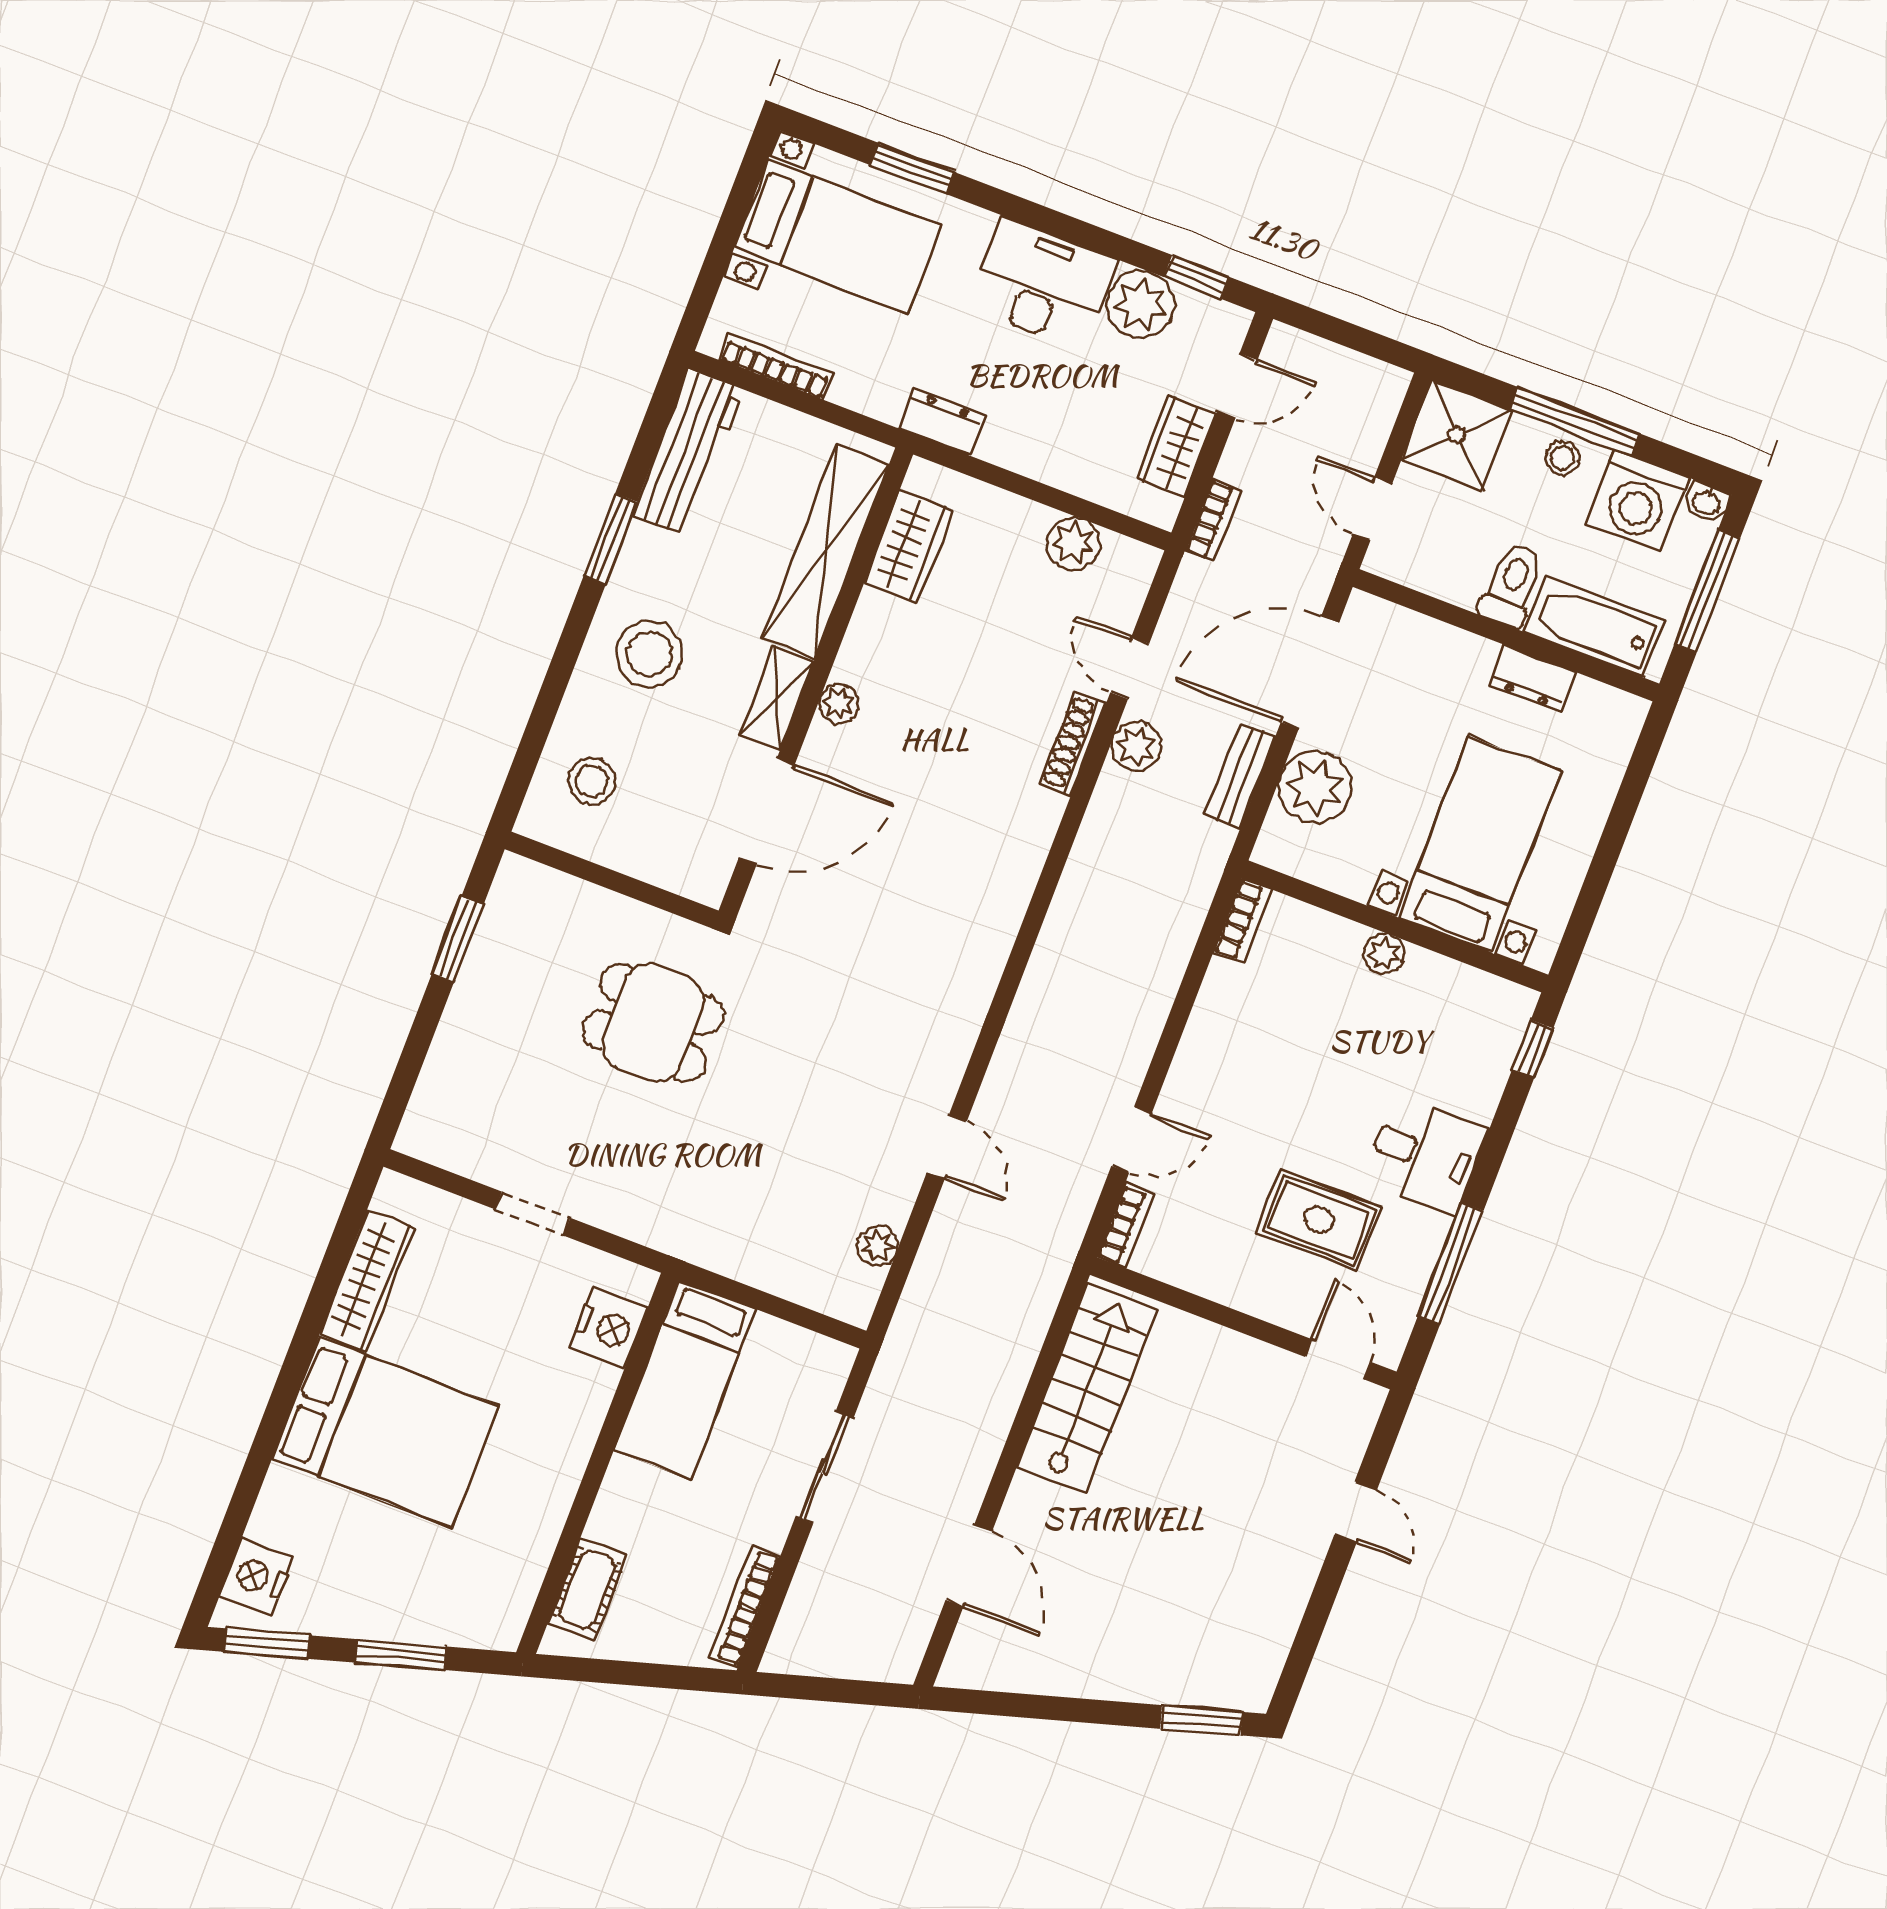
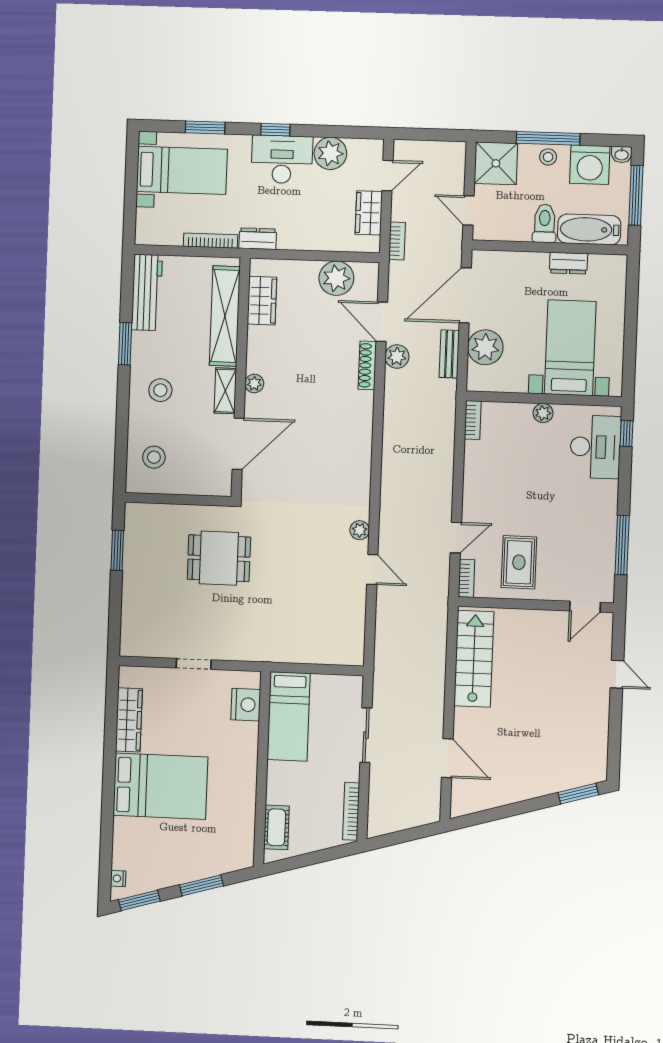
window: (1196, 277) -> (275, 130), moved
bookcase: (776, 366) -> (210, 241), moved
plant: (1073, 543) -> (336, 278), width x1.36, depth x1.36
stool: (649, 654) -> (160, 390), width x0.73, depth x0.73
door: (1130, 668) -> (382, 322), width x1.38
desk: (1425, 1155) -> (595, 447), moved, width x1.37
rug: (1319, 1220) -> (519, 562), moved, turned 90
plant: (878, 1246) -> (360, 530), moved
door: (1338, 1359) -> (585, 607), swing flipped
nightstand: (256, 1577) -> (118, 879), width x0.53, depth x0.56

